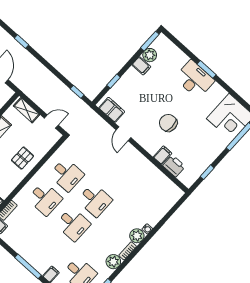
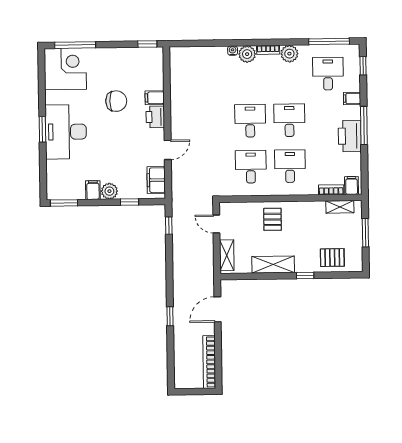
plant: (150, 55) -> (109, 191), moved
desk: (194, 79) -> (66, 132), width x1.36, depth x1.30
chair: (168, 123) -> (116, 101), moved, turned -90
pallet: (23, 158) -> (272, 219), turned 90
printer: (174, 166) -> (155, 117), moved
window: (207, 172) -> (147, 44), moved
printer: (29, 252) -> (350, 136), added

